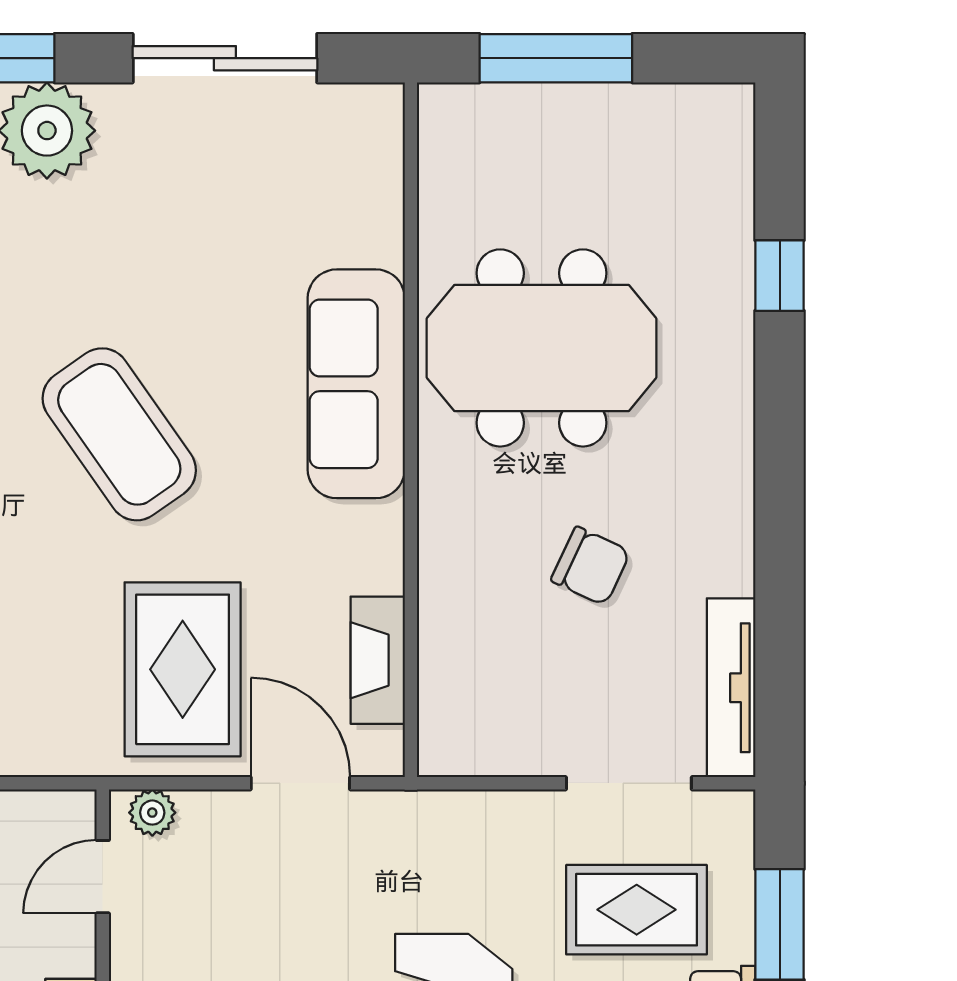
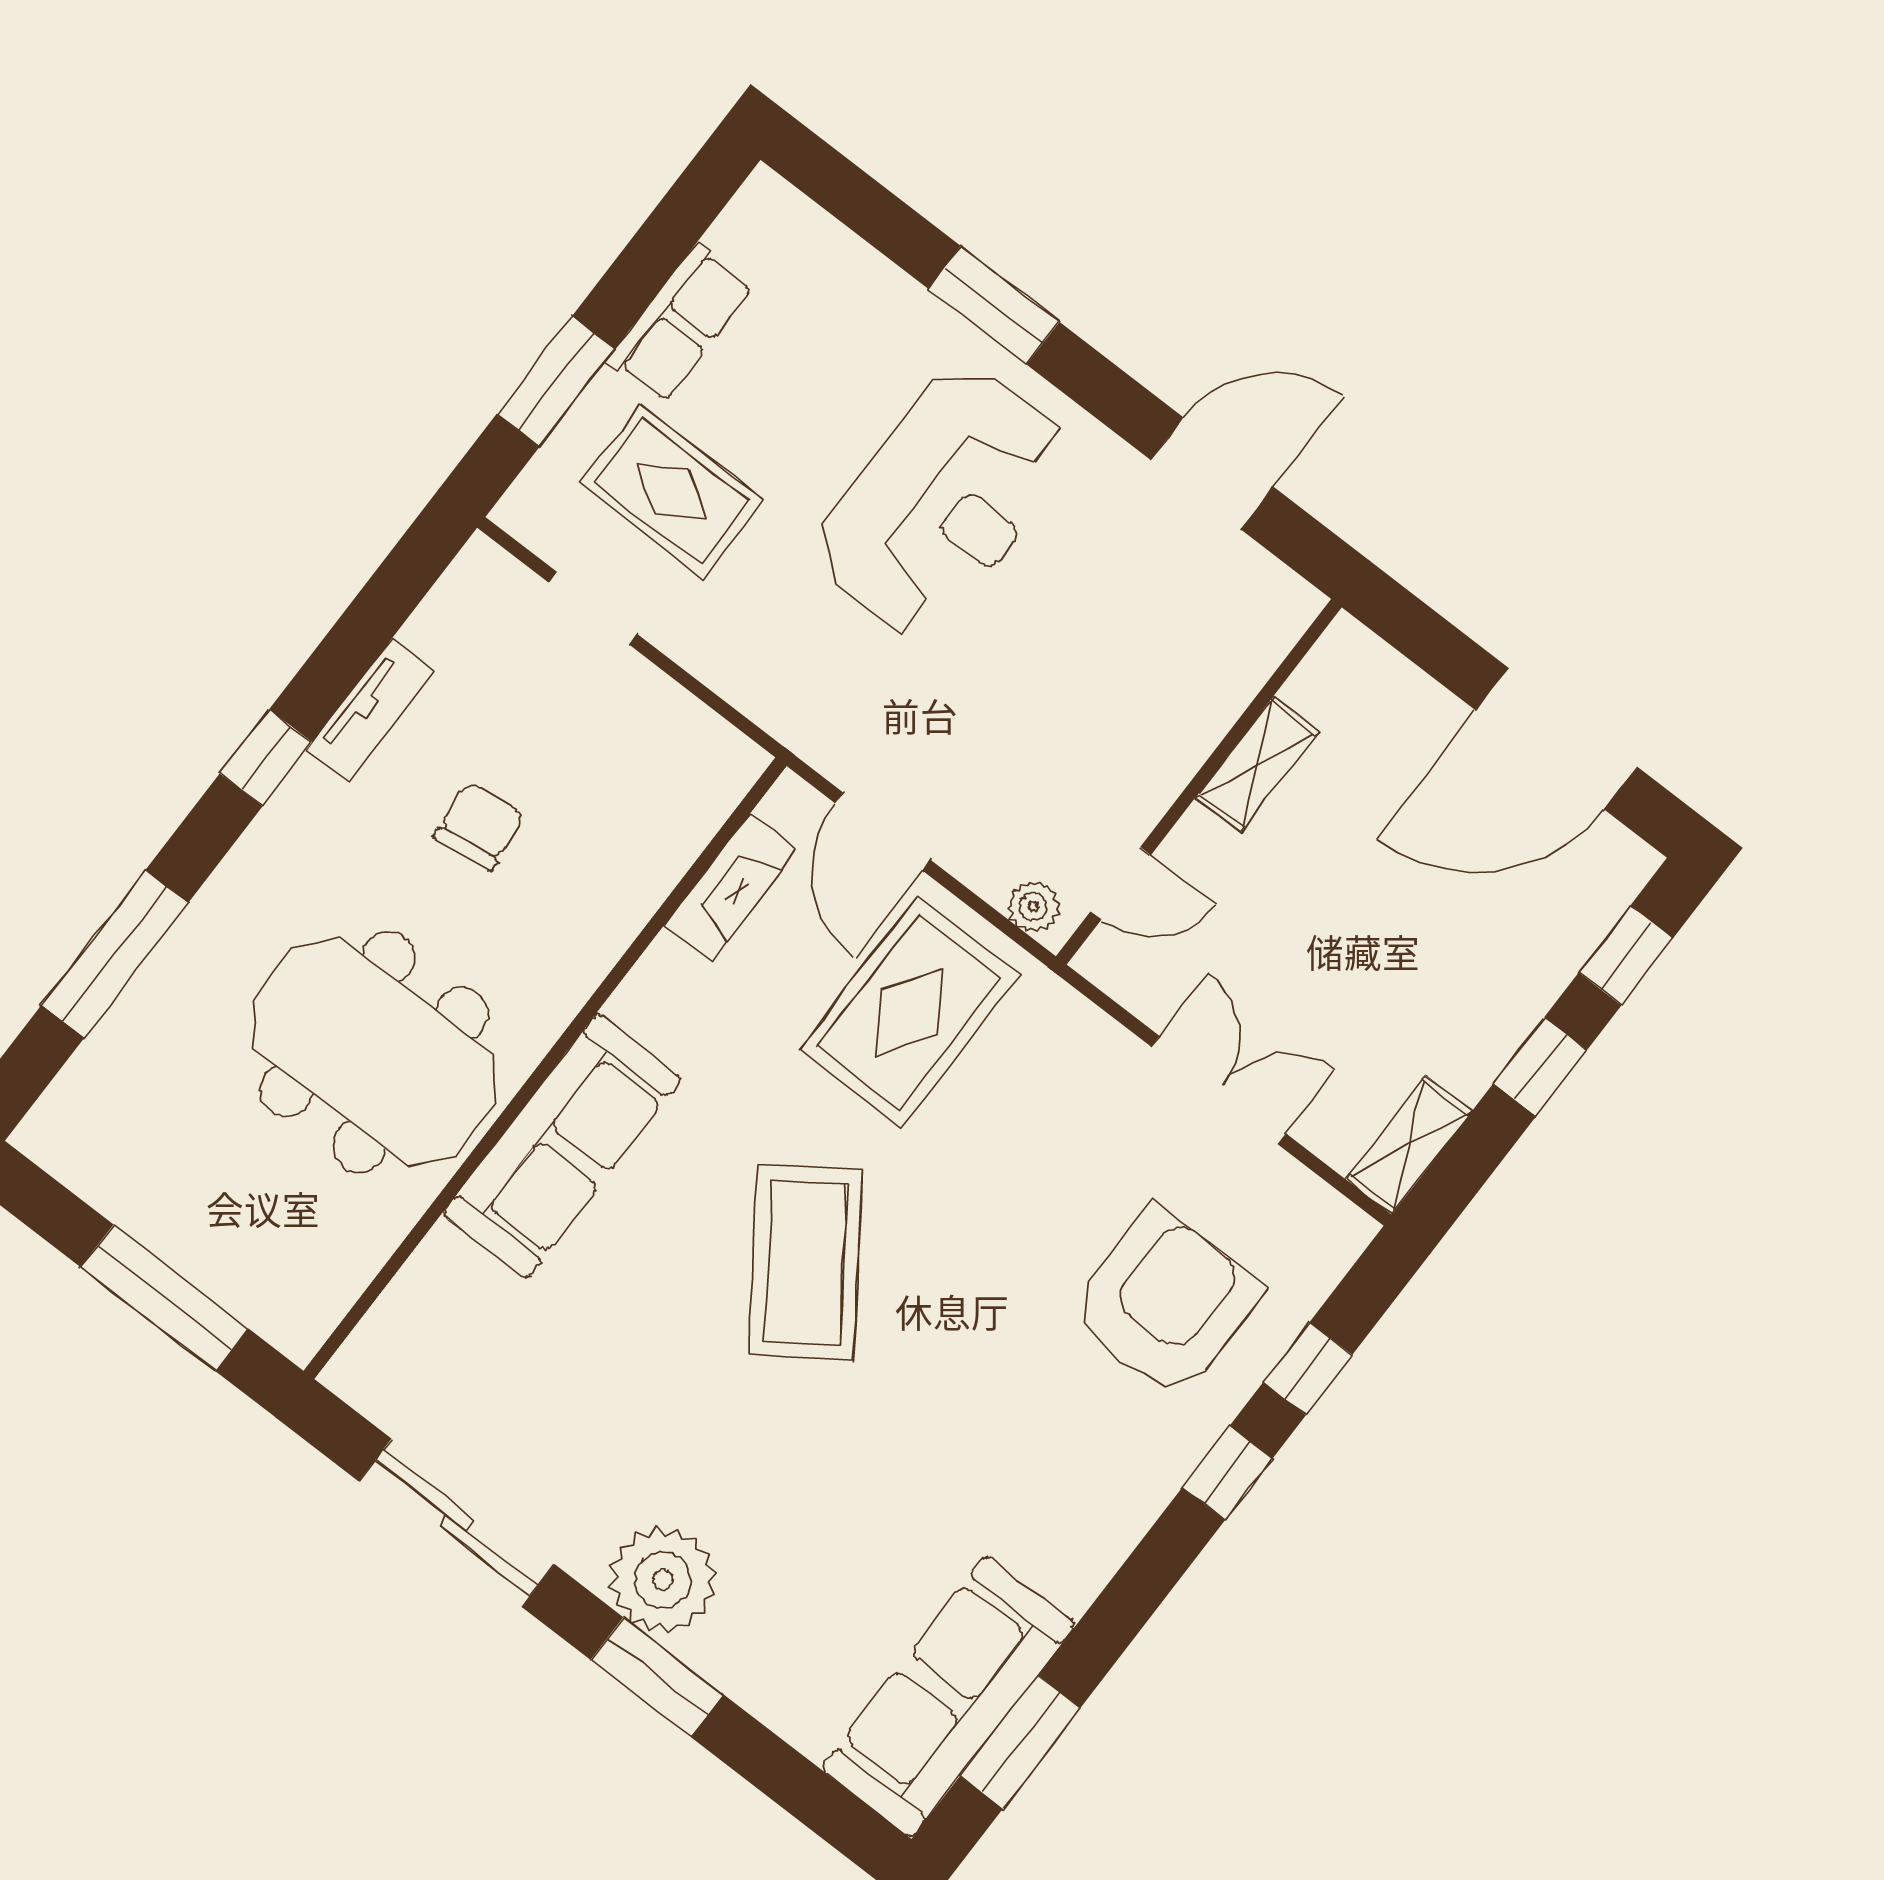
window: (780, 276) -> (115, 954), width x2.17
window: (780, 498) -> (266, 758), added
chair: (591, 566) -> (479, 826), turned 58
tv unit: (731, 688) -> (371, 710), moved, width x0.71
doorway: (629, 783) -> (593, 608), width x0.73

